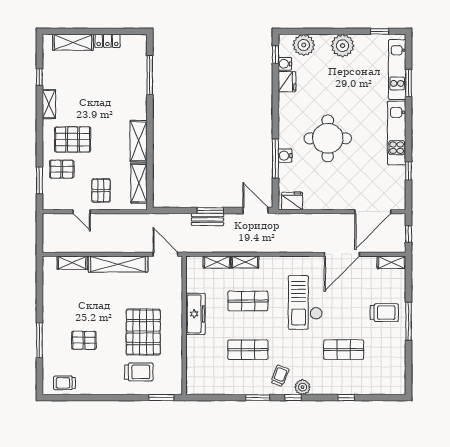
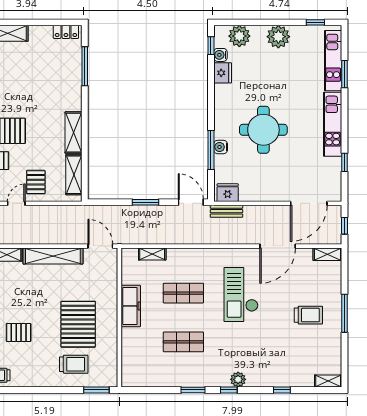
locker: (107, 41) -> (66, 32), moved
door: (82, 212) -> (16, 203), swing flipped
bench: (208, 219) -> (226, 211), moved
shelving: (245, 262) -> (328, 381), moved
trolley: (384, 313) -> (308, 315), moved
shop shelf: (344, 350) -> (279, 342), removed
trolley: (280, 376) -> (215, 368), removed

